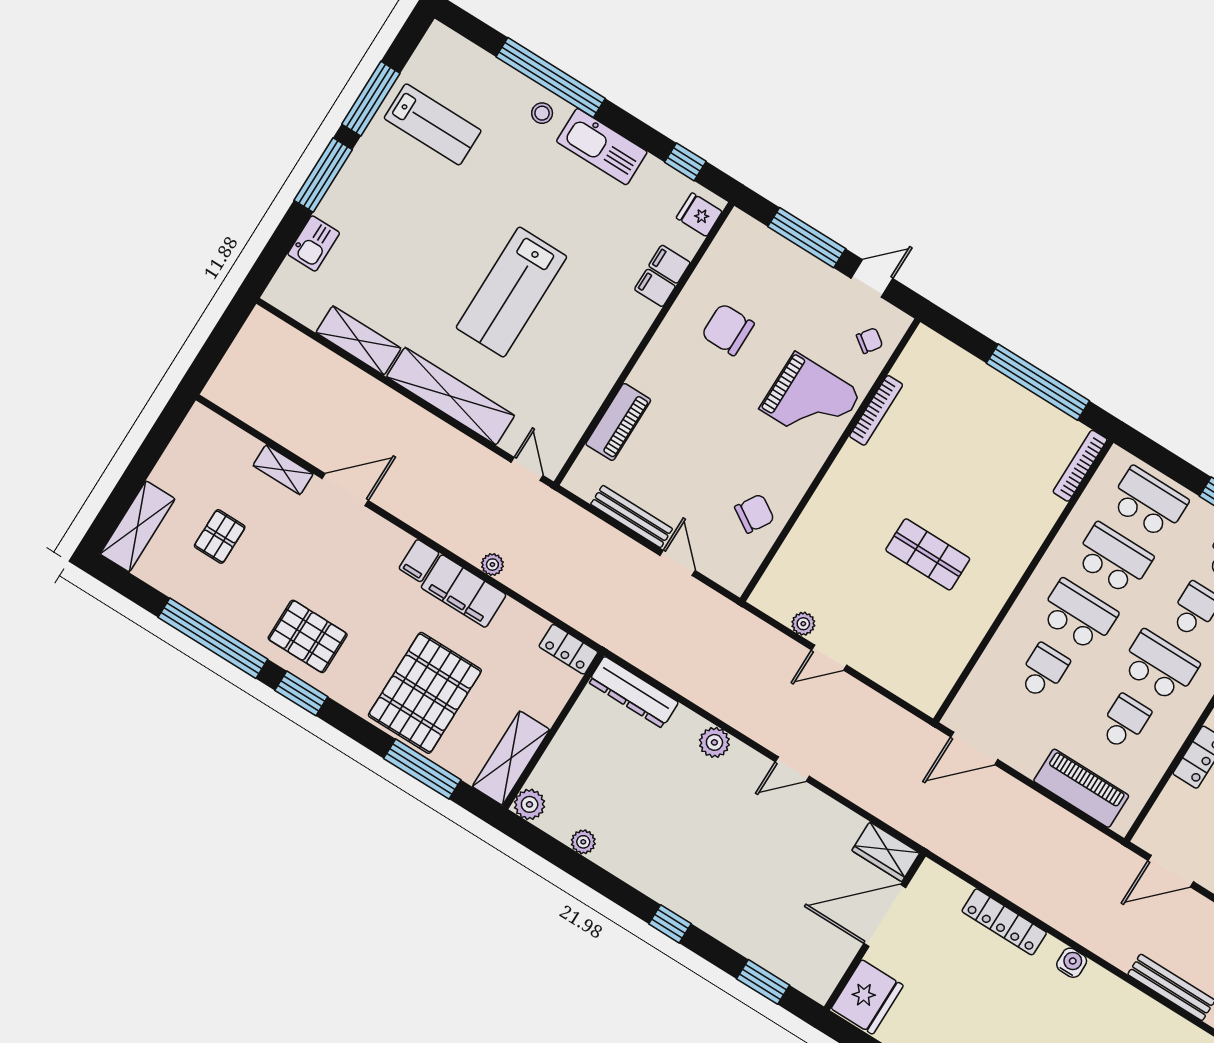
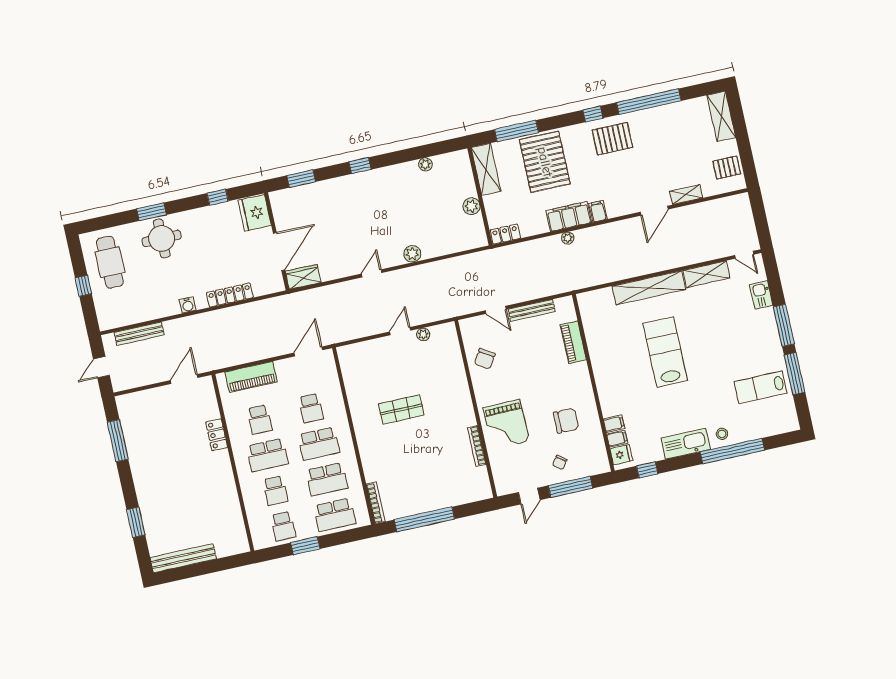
filing cabinet: (655, 288) -> (617, 439), moved
chair: (870, 341) -> (560, 462), moved
grand piano: (810, 401) -> (506, 424), turned -91
door: (527, 469) -> (744, 255), moved
pallet: (220, 536) -> (727, 168), moved, turned 90
dresser: (633, 692) -> (463, 242), removed
window: (301, 693) -> (593, 114), width x0.67
plant: (530, 804) -> (471, 206), moved

